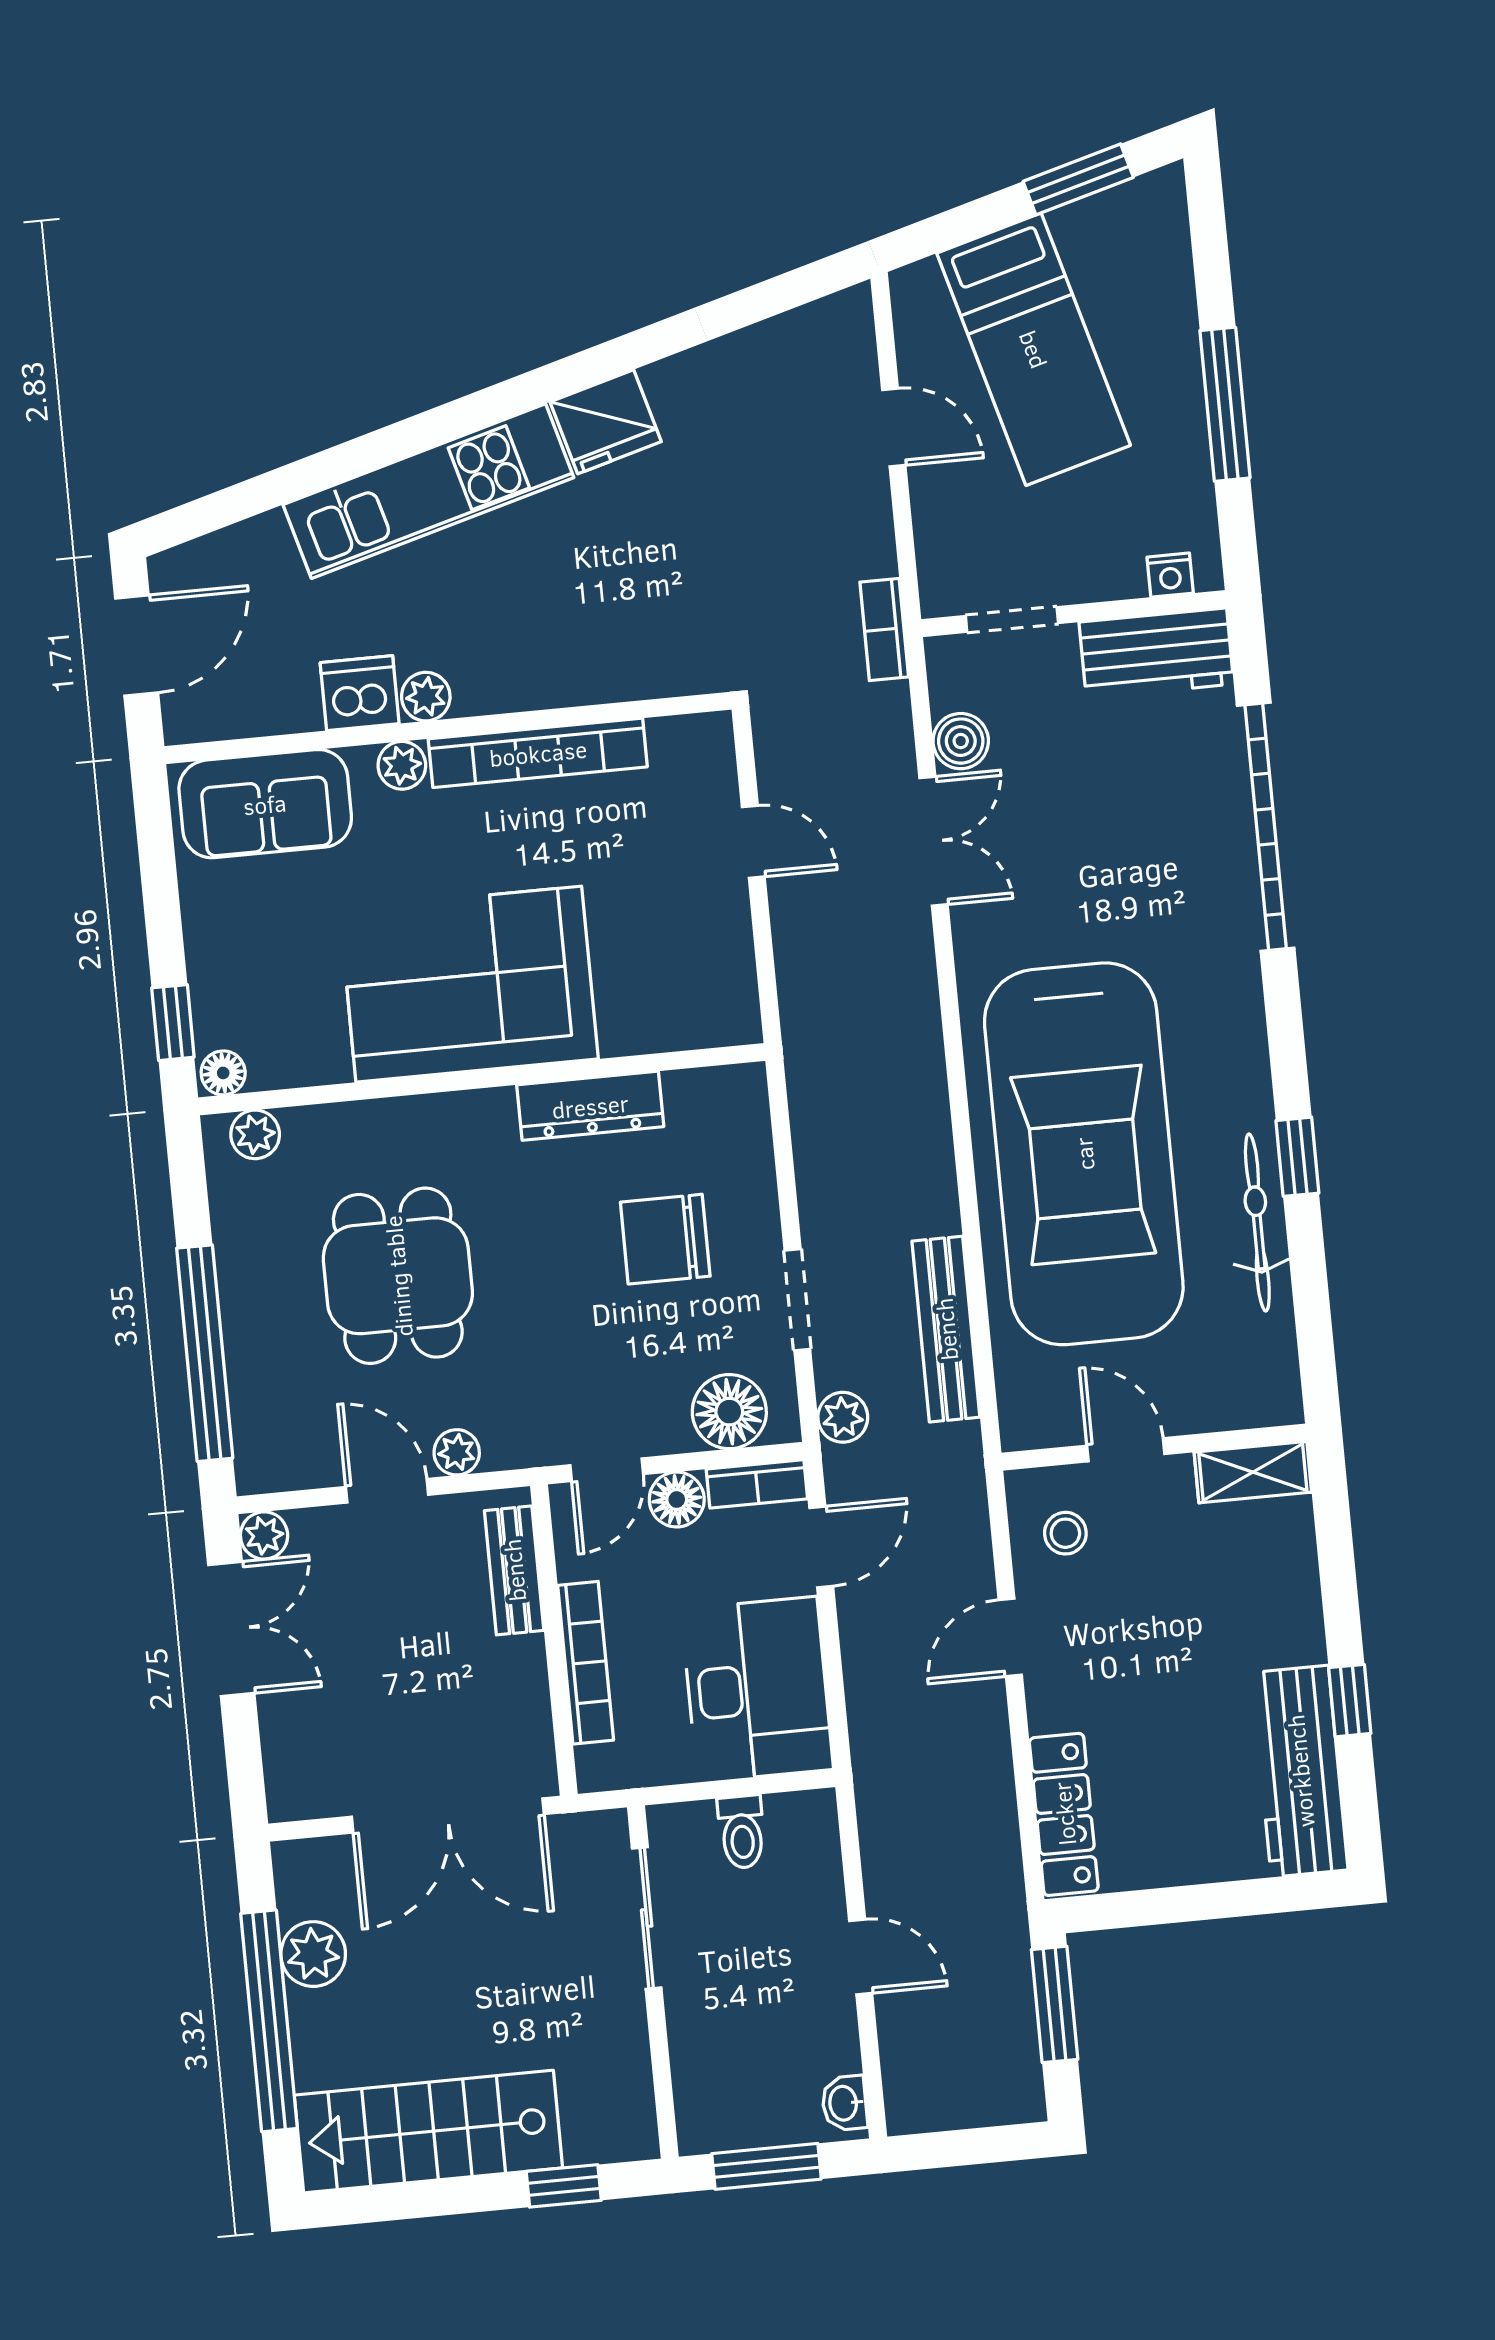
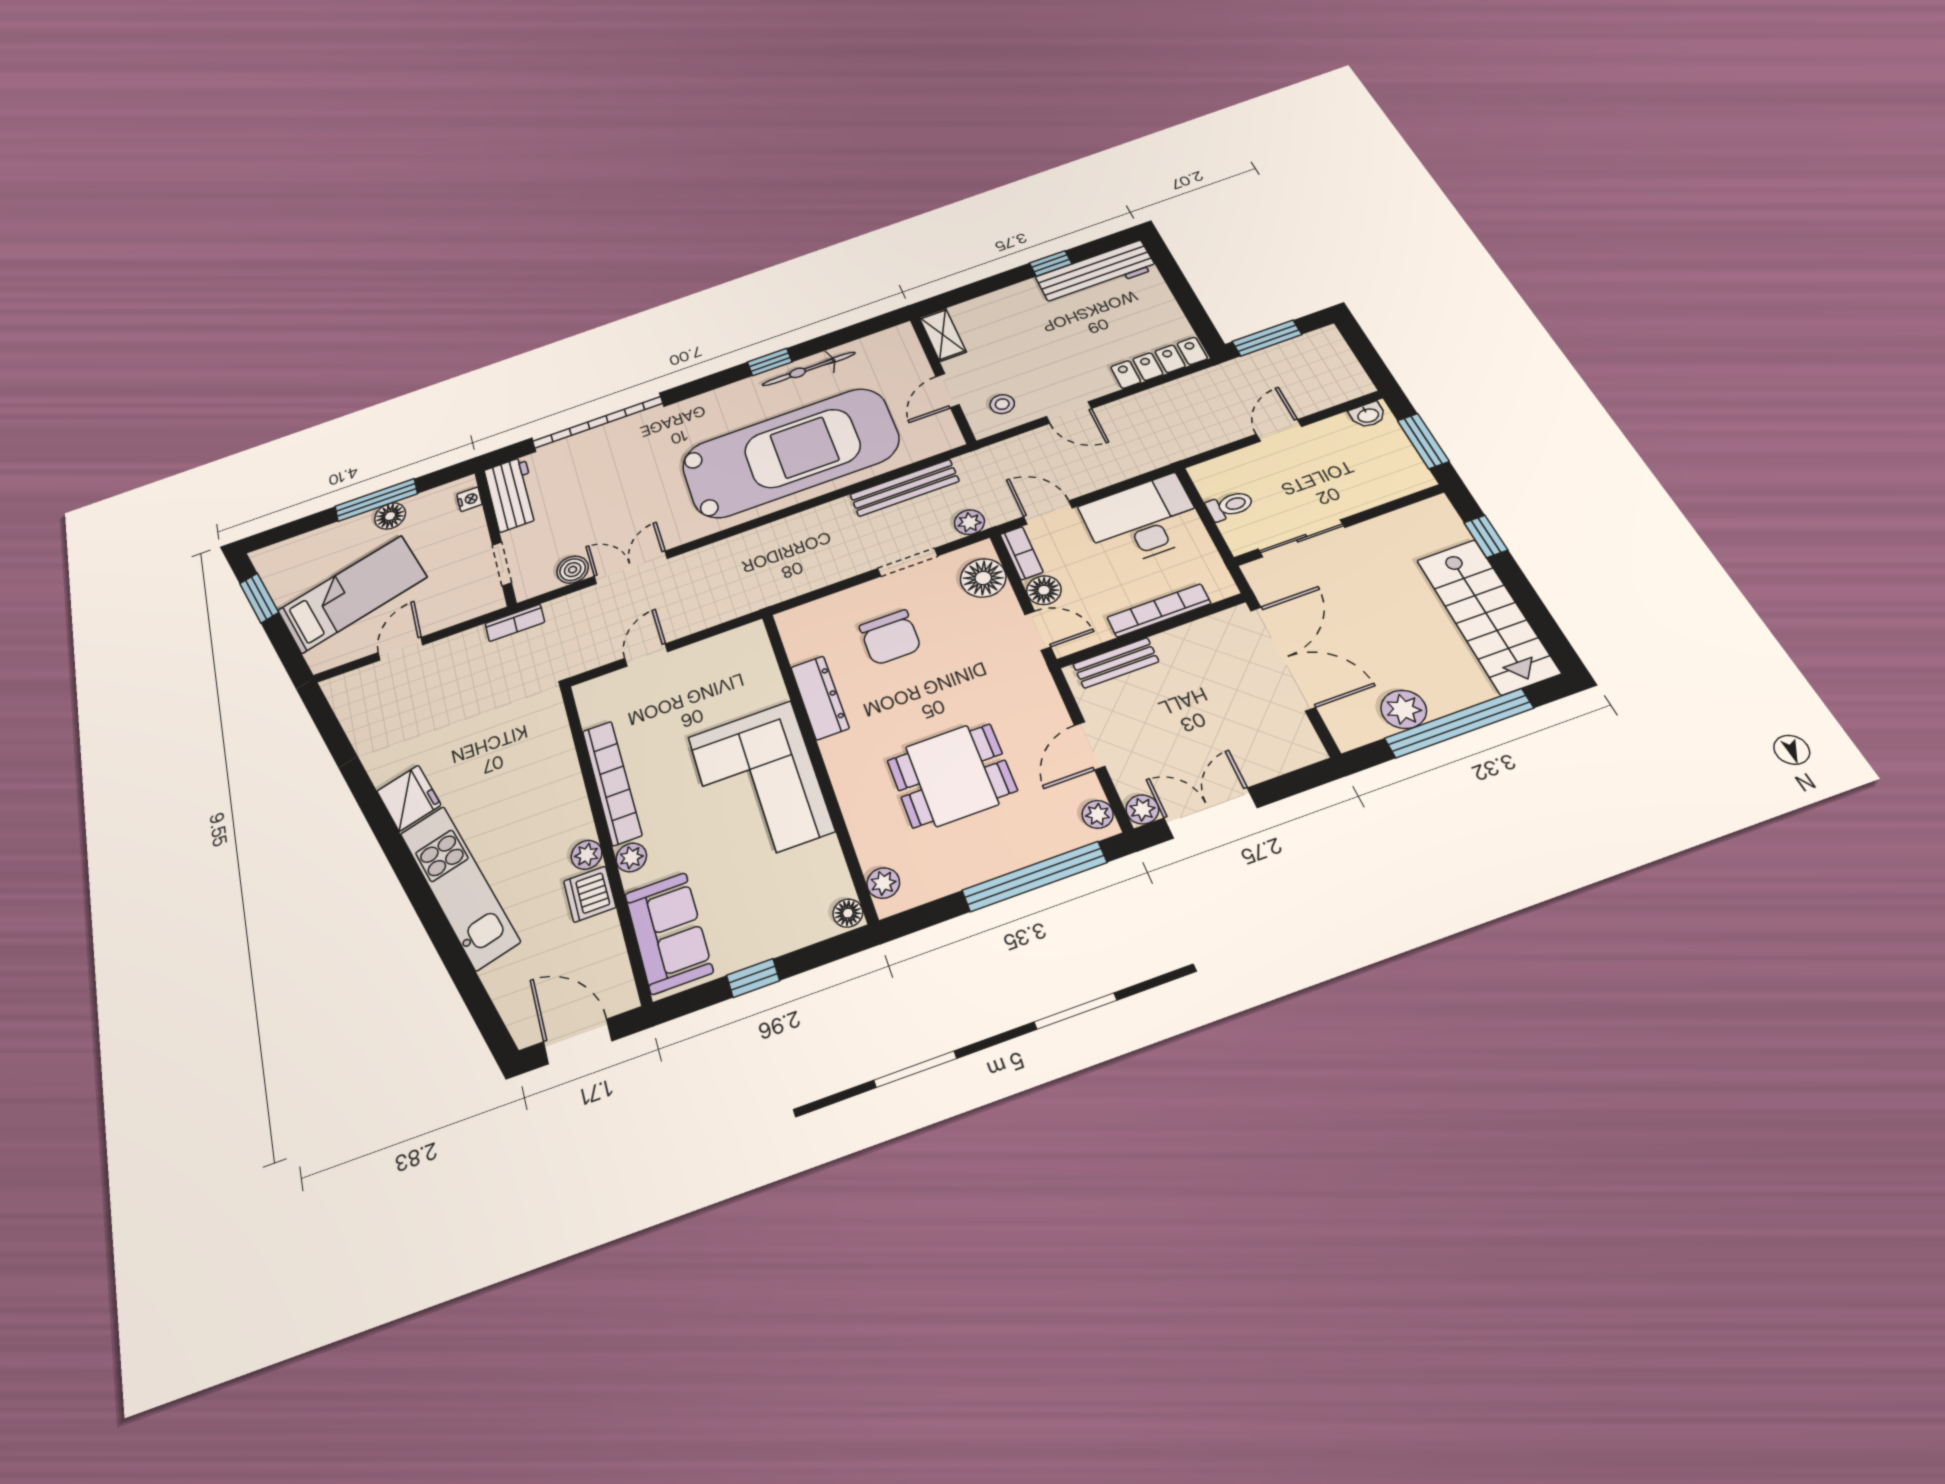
floor lamp: (1181, 427) -> (390, 516), added
window: (173, 1023) -> (753, 978), moved
plant: (457, 1452) -> (1098, 814), moved

